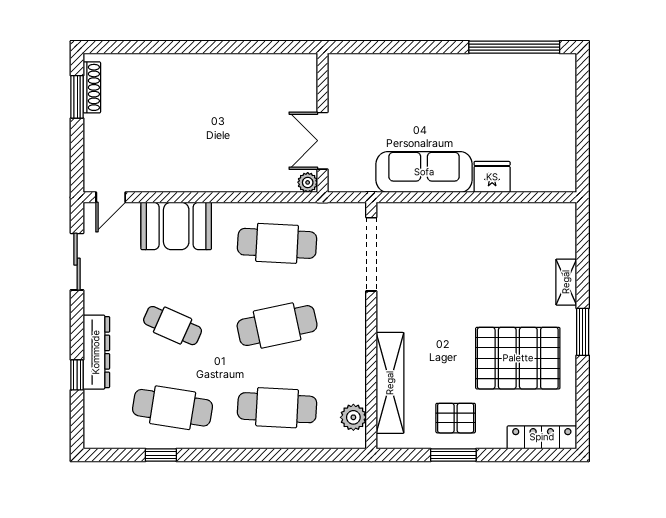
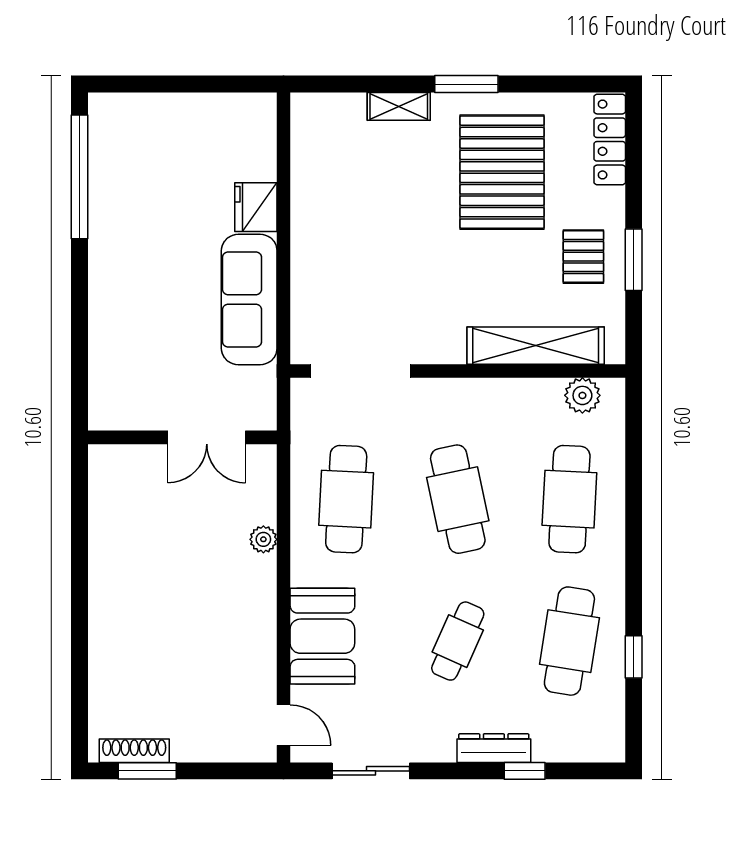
plant: (308, 182) -> (263, 539), moved
dresser: (96, 352) -> (494, 748), width x0.73, depth x0.80

